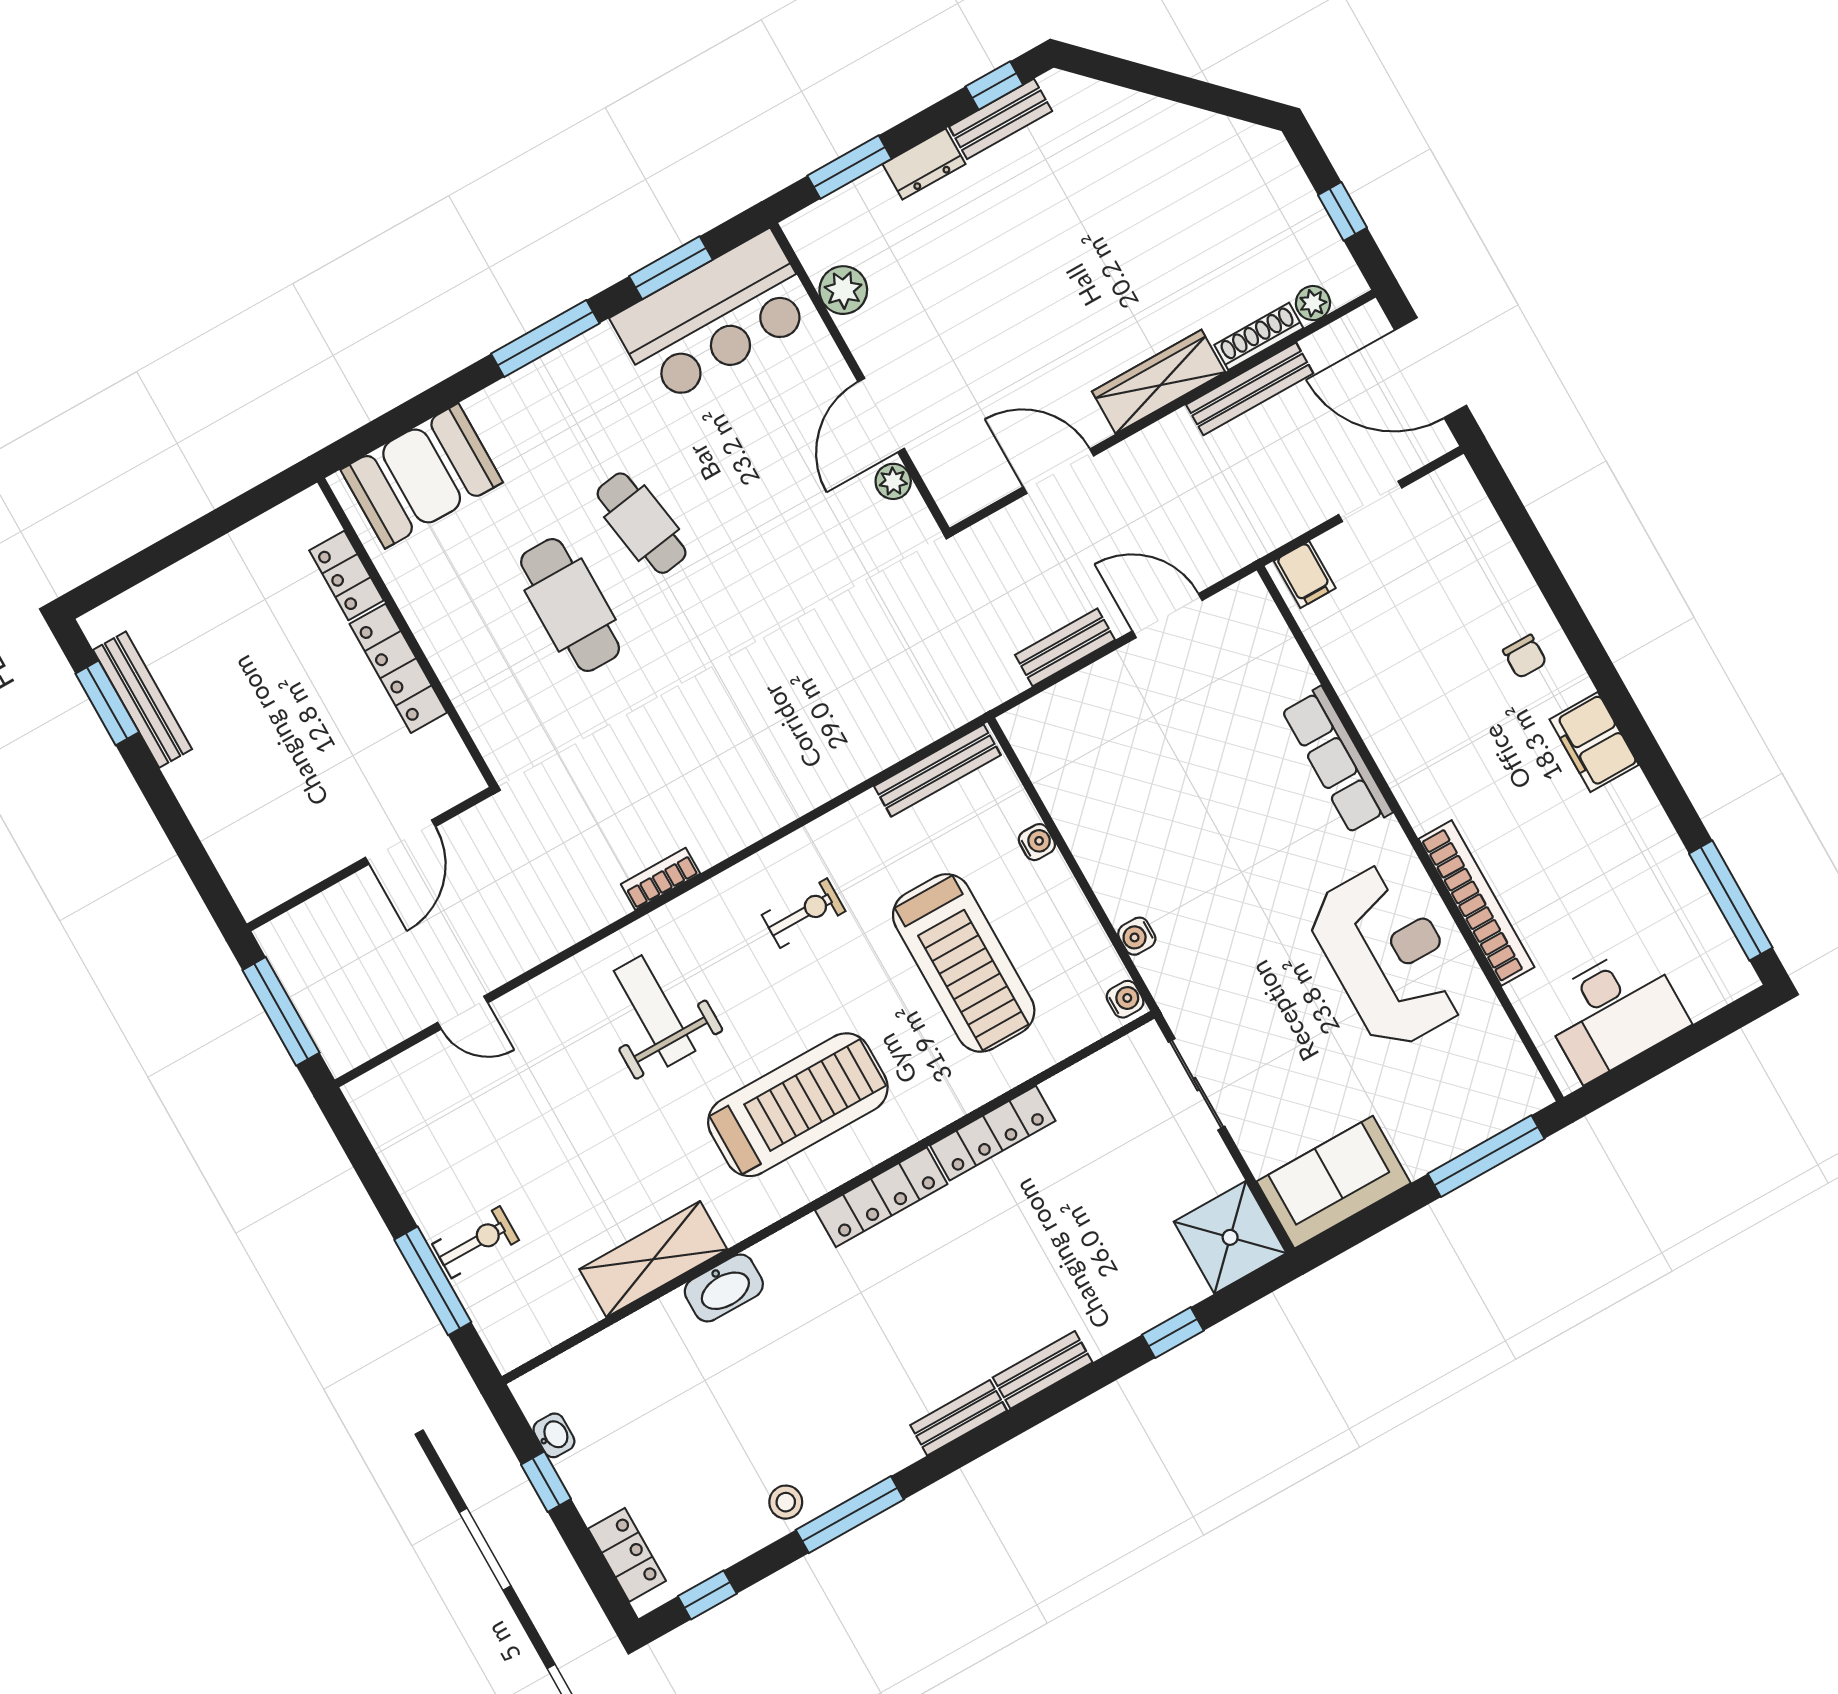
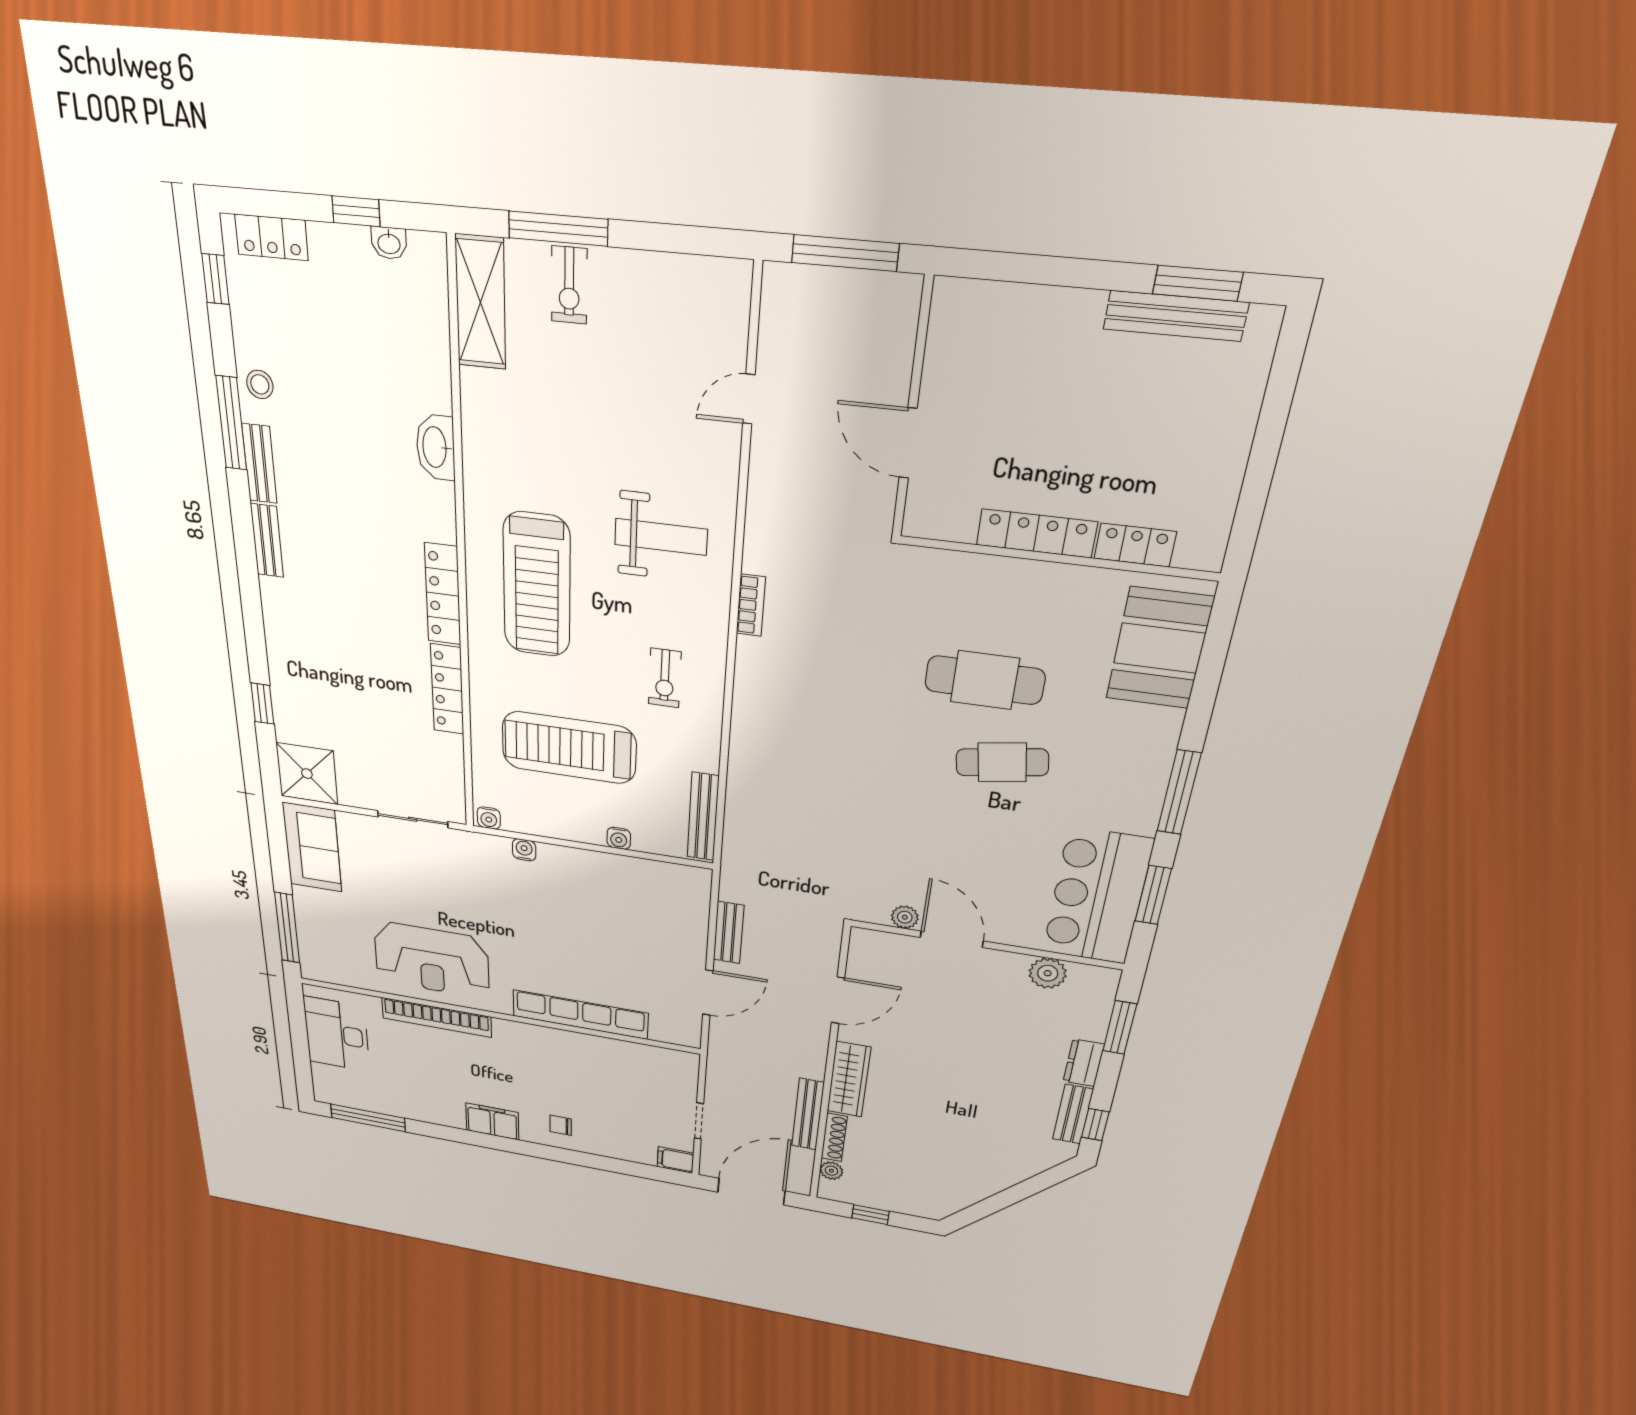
filing cabinet: (1305, 575) -> (675, 1160), moved
row of seats: (1337, 760) -> (580, 1015), width x1.36
shelving: (653, 1259) -> (481, 302), moved
bench: (1043, 1370) -> (259, 464), moved

